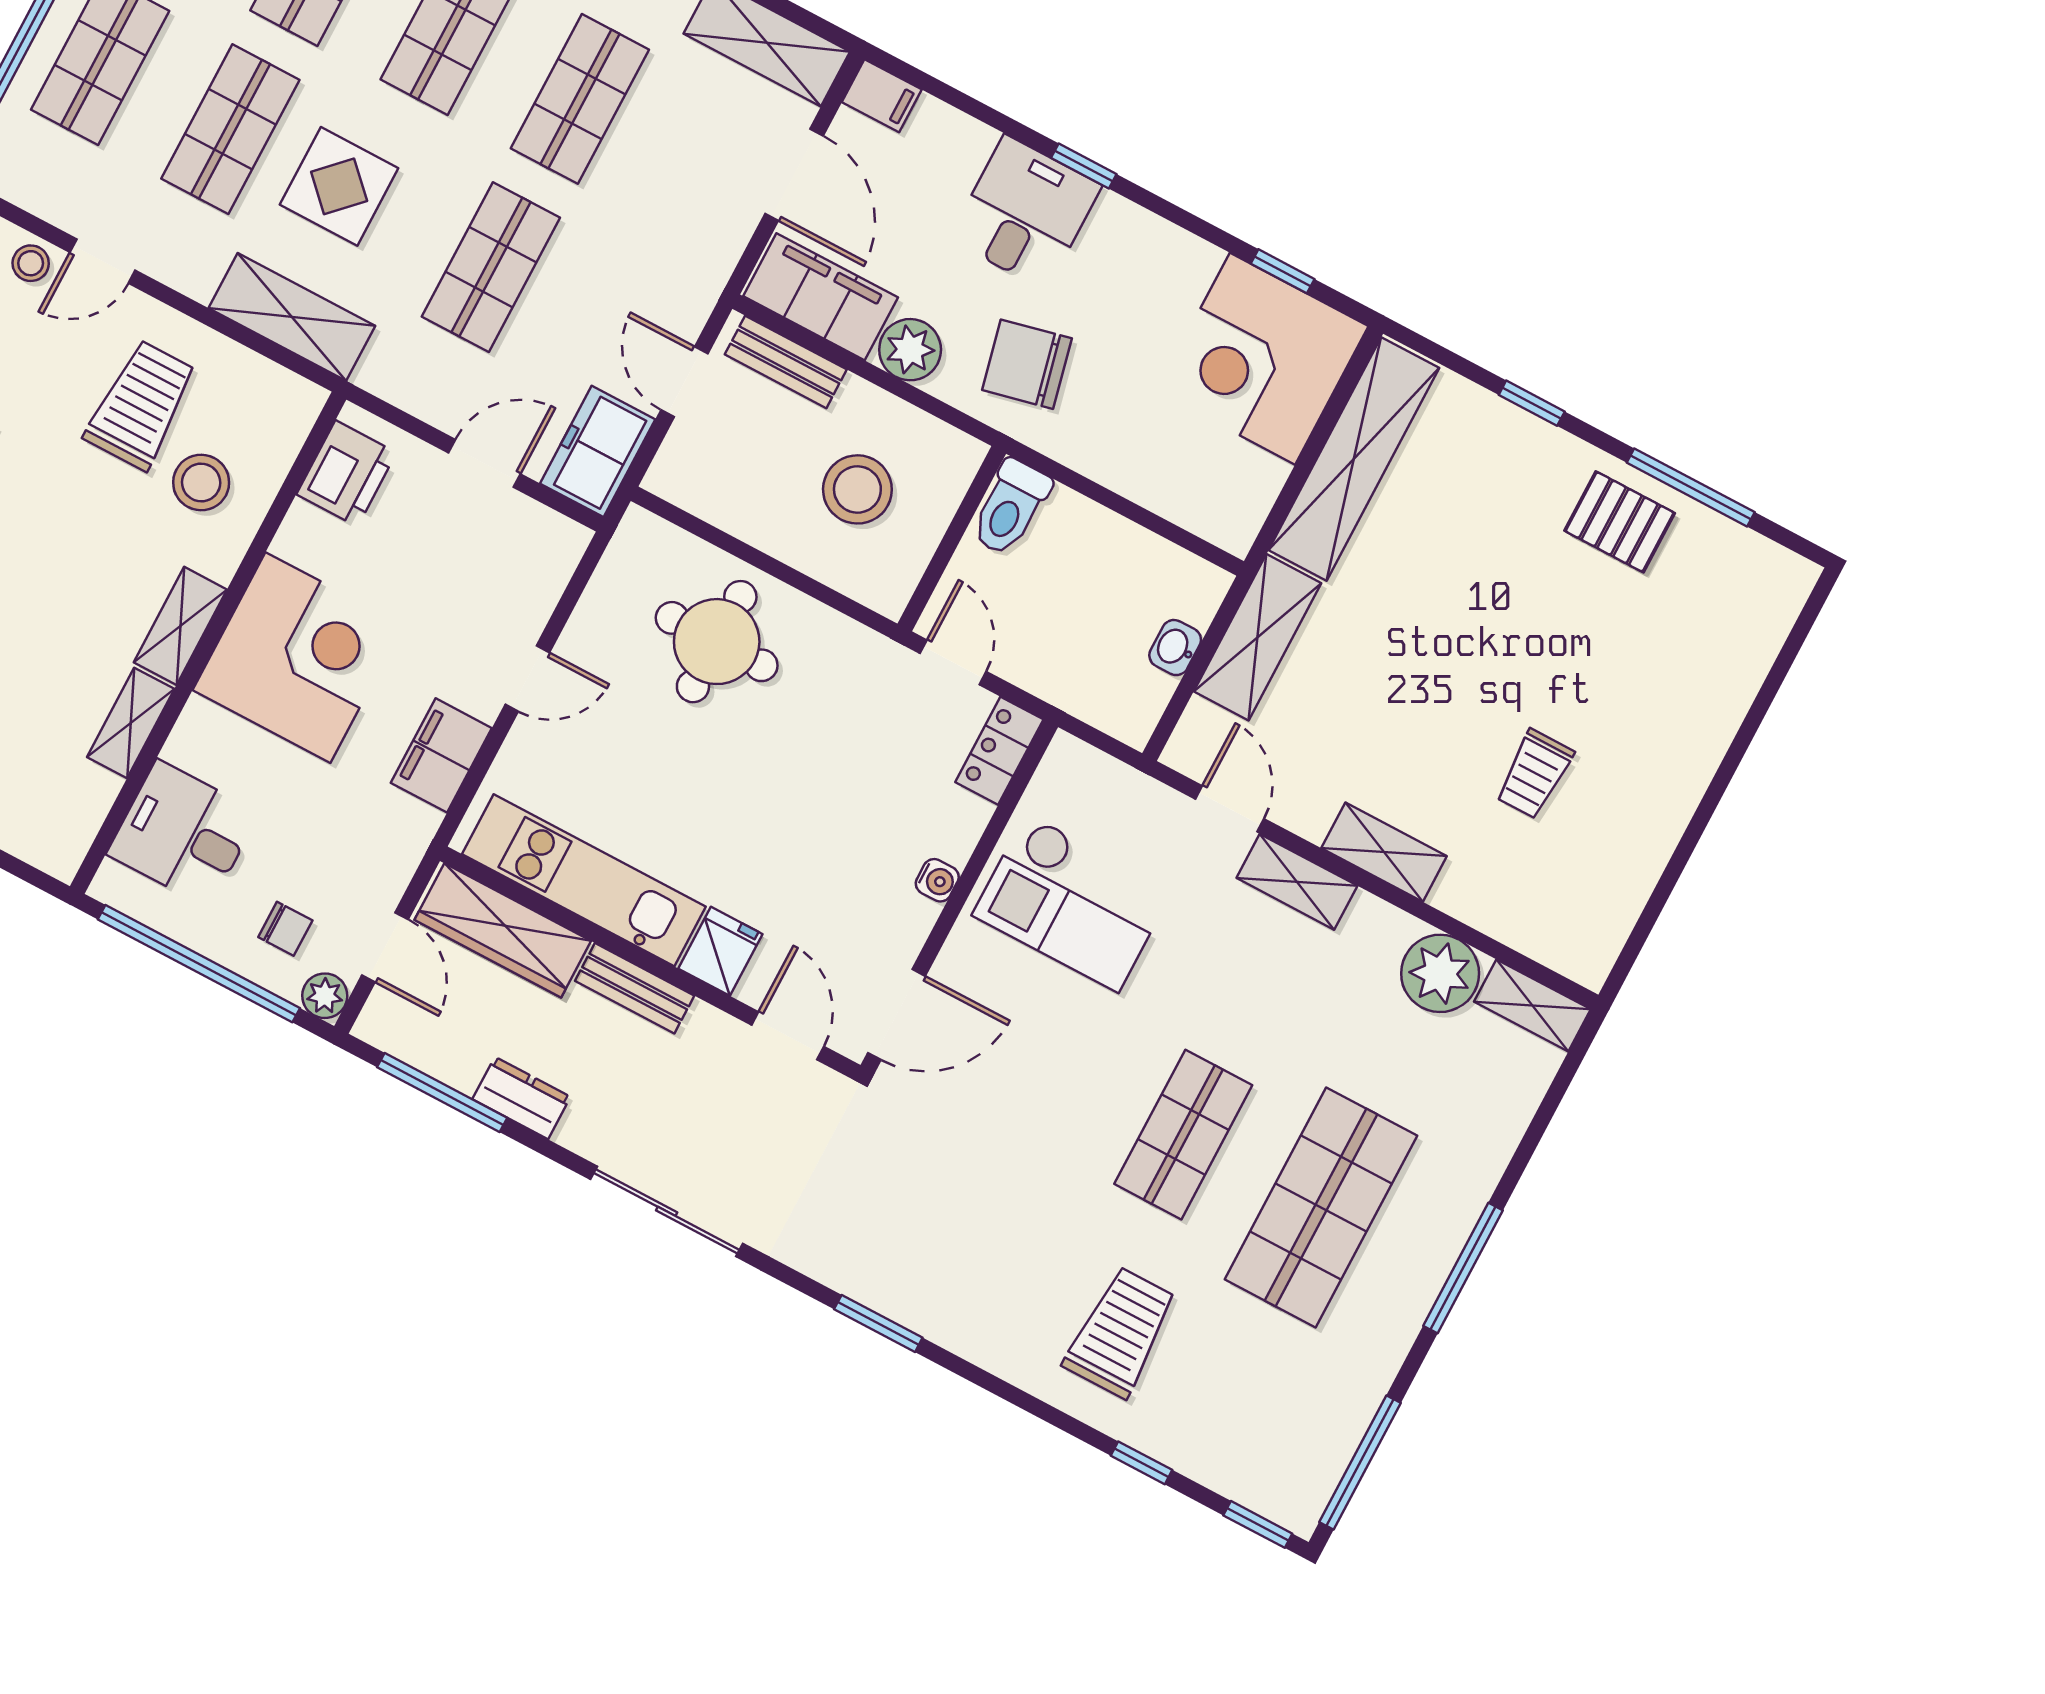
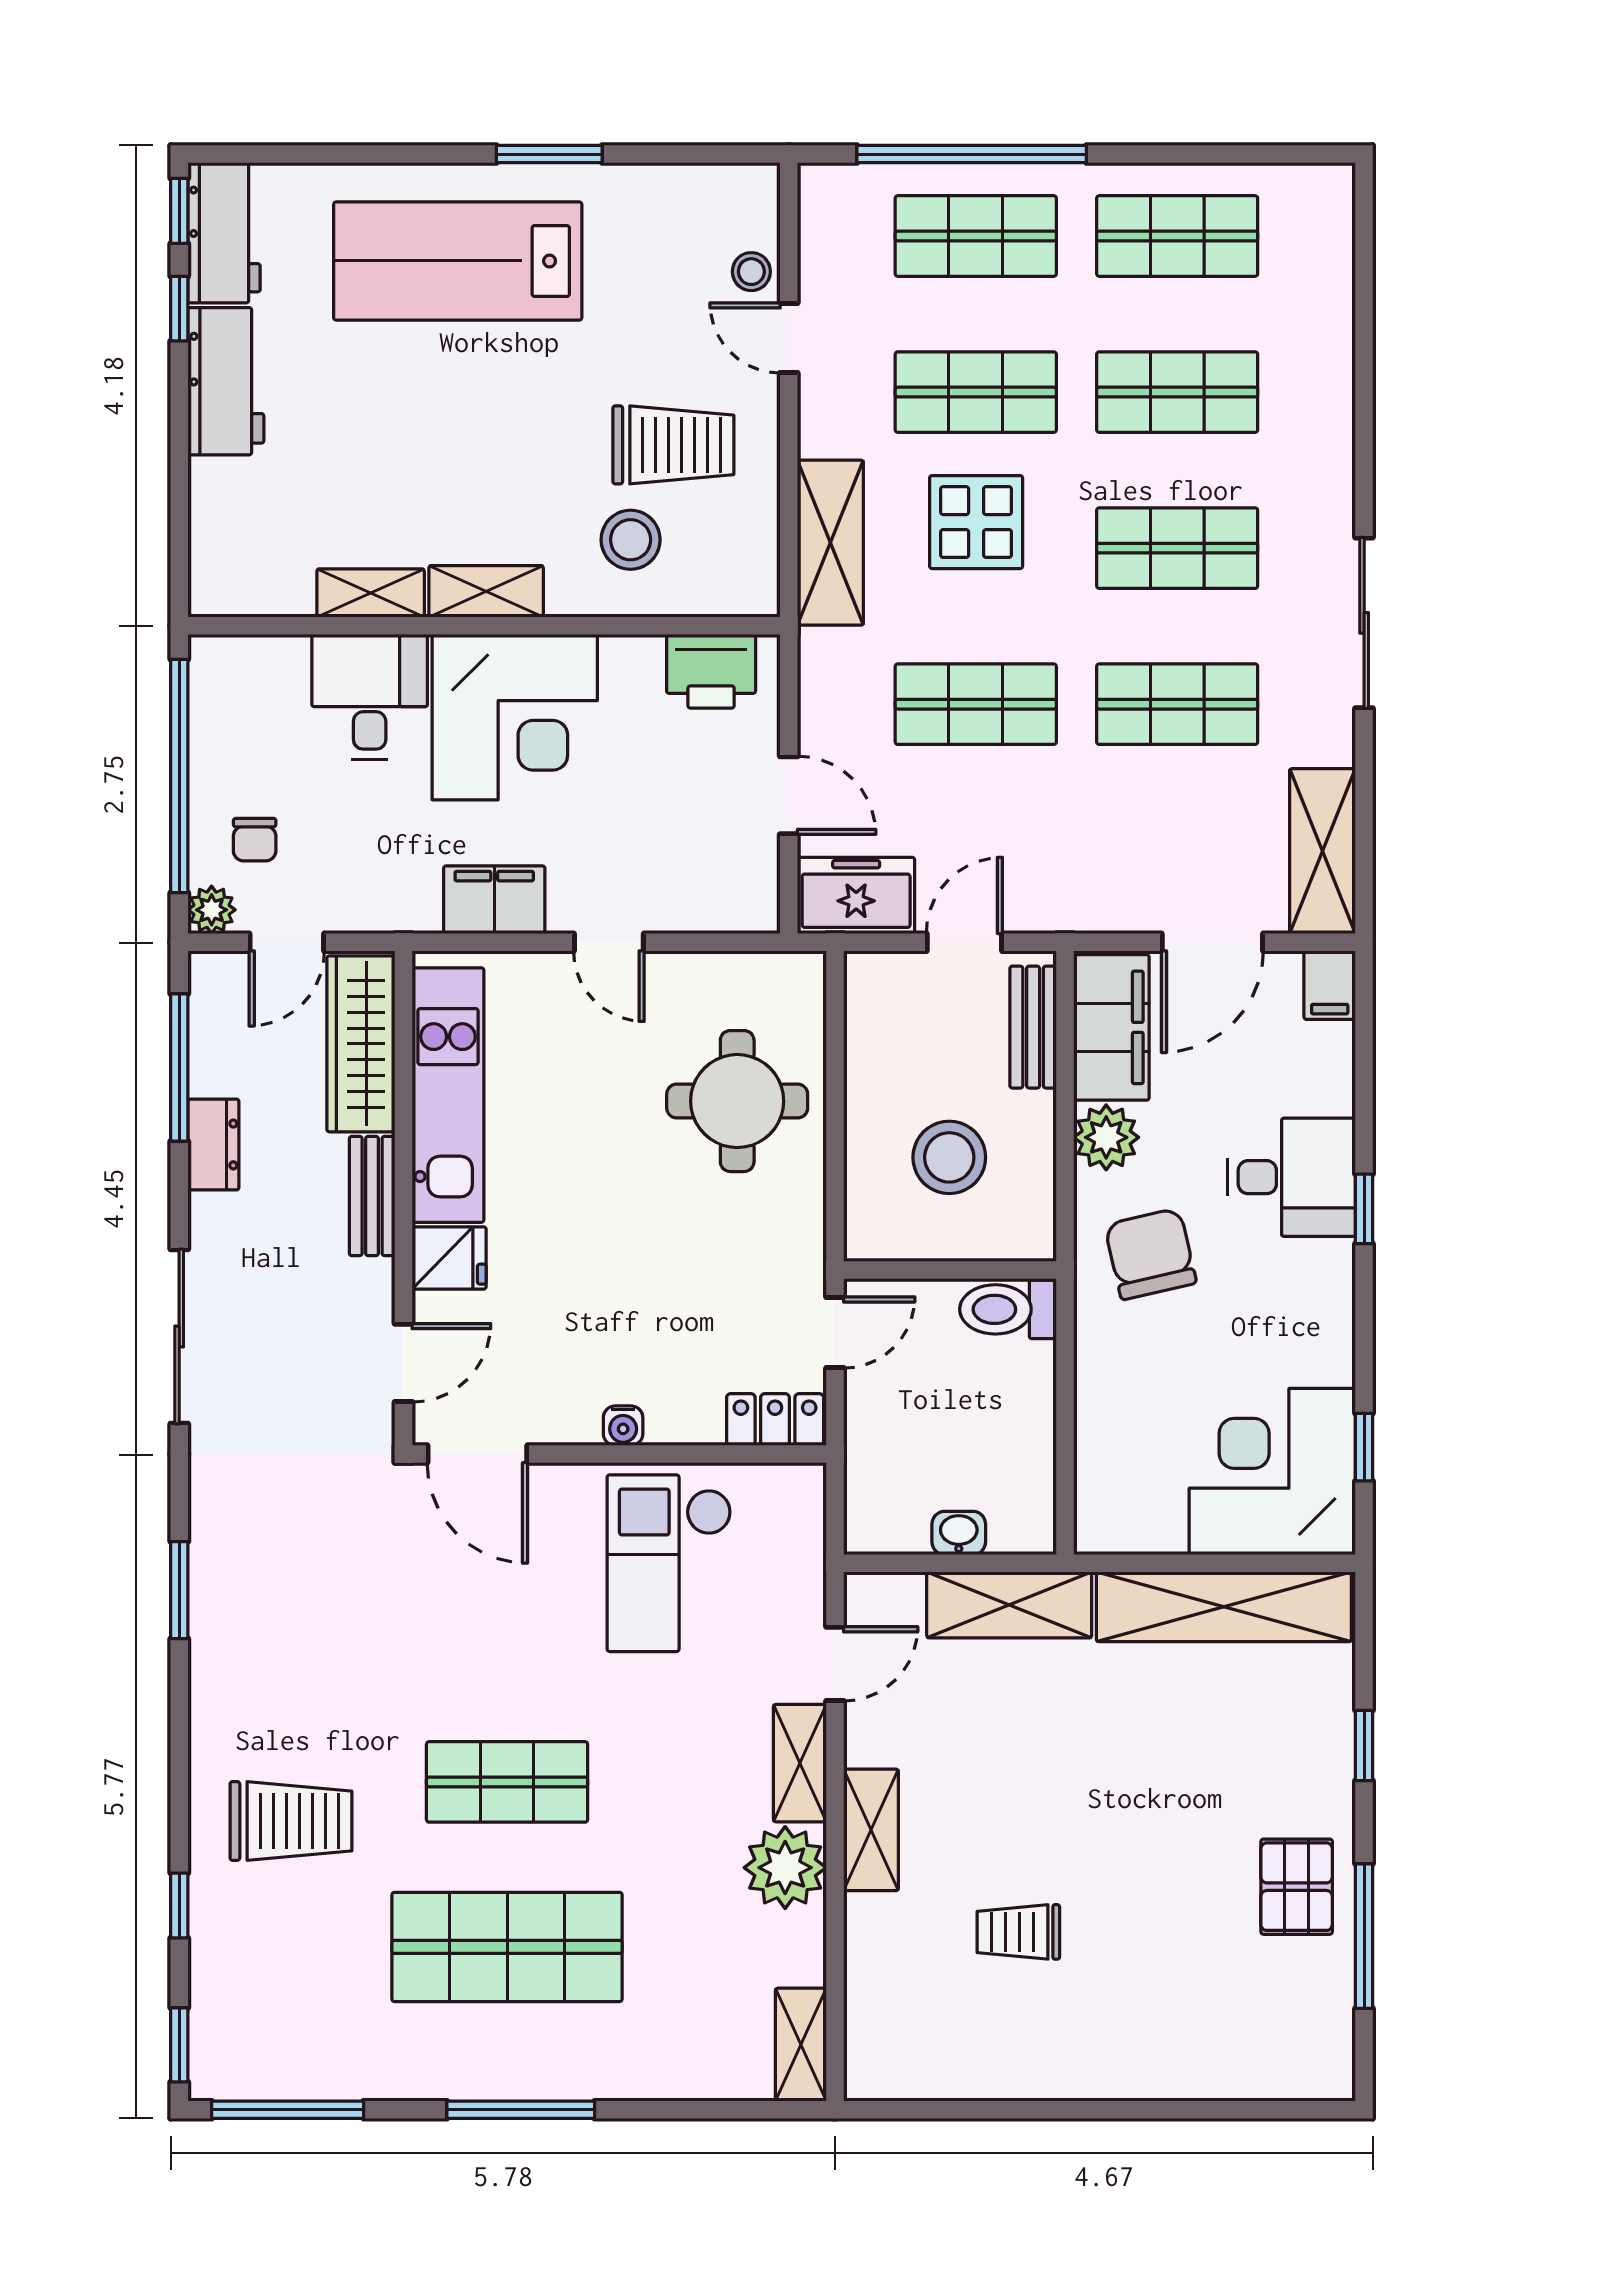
desk: (183, 834) -> (370, 697), moved
plant: (1440, 973) -> (785, 1868), moved

